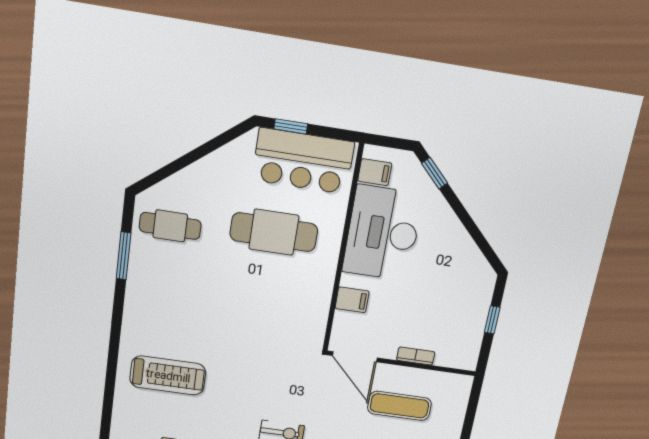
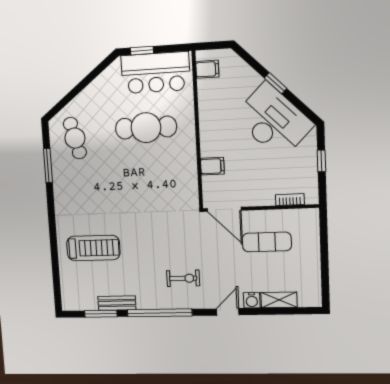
window: (434, 173) -> (275, 83), moved
cafe table: (170, 226) -> (75, 138), turned 76
desk: (383, 233) -> (273, 121), moved, turned 135
bookcase: (416, 356) -> (290, 200), moved

